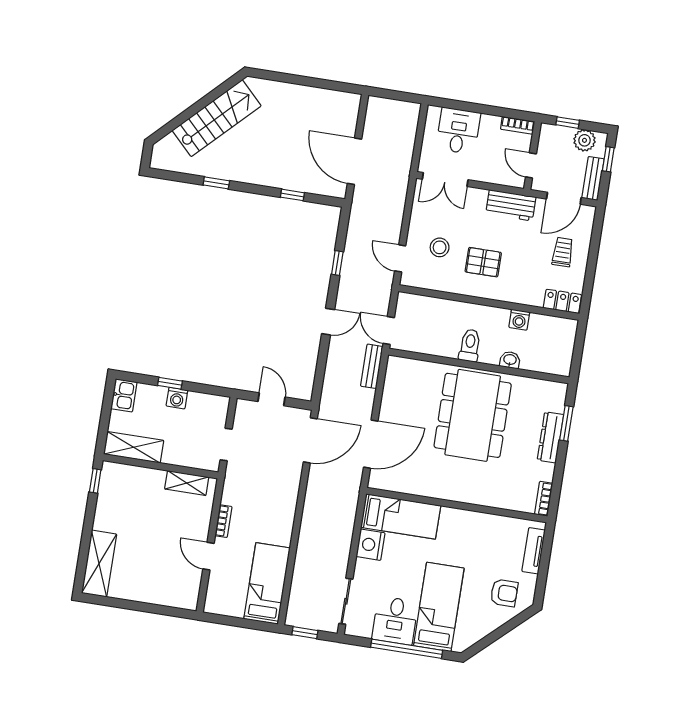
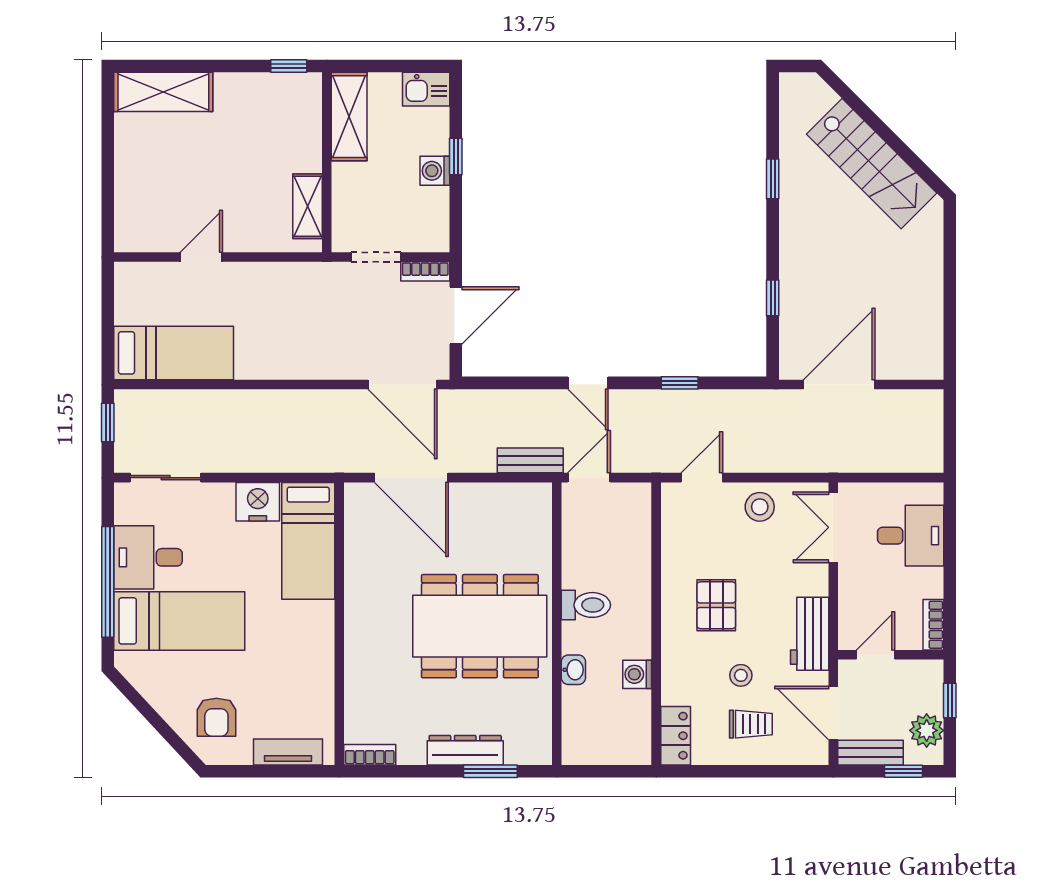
stool: (440, 247) -> (760, 507), moved
stool: (530, 254) -> (741, 675), added
door: (272, 399) -> (456, 315), width x1.38
bookcase: (223, 521) -> (425, 271), moved

